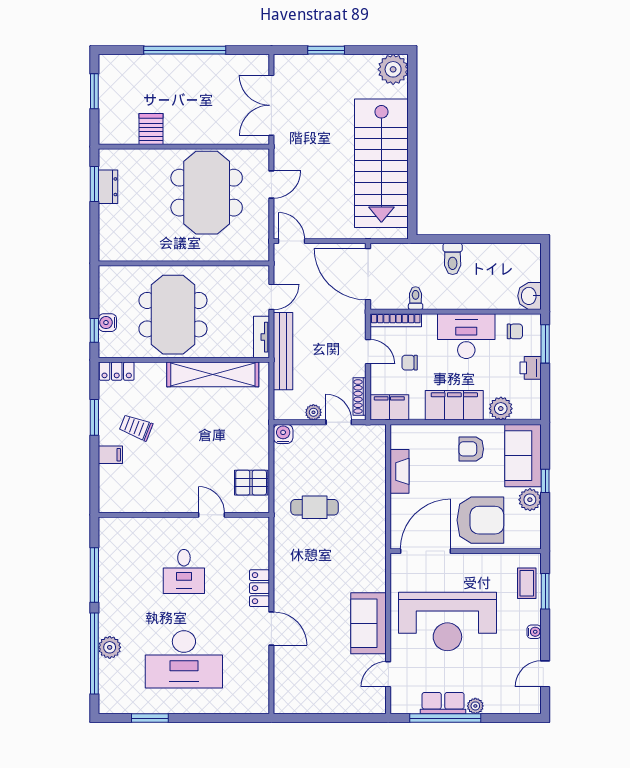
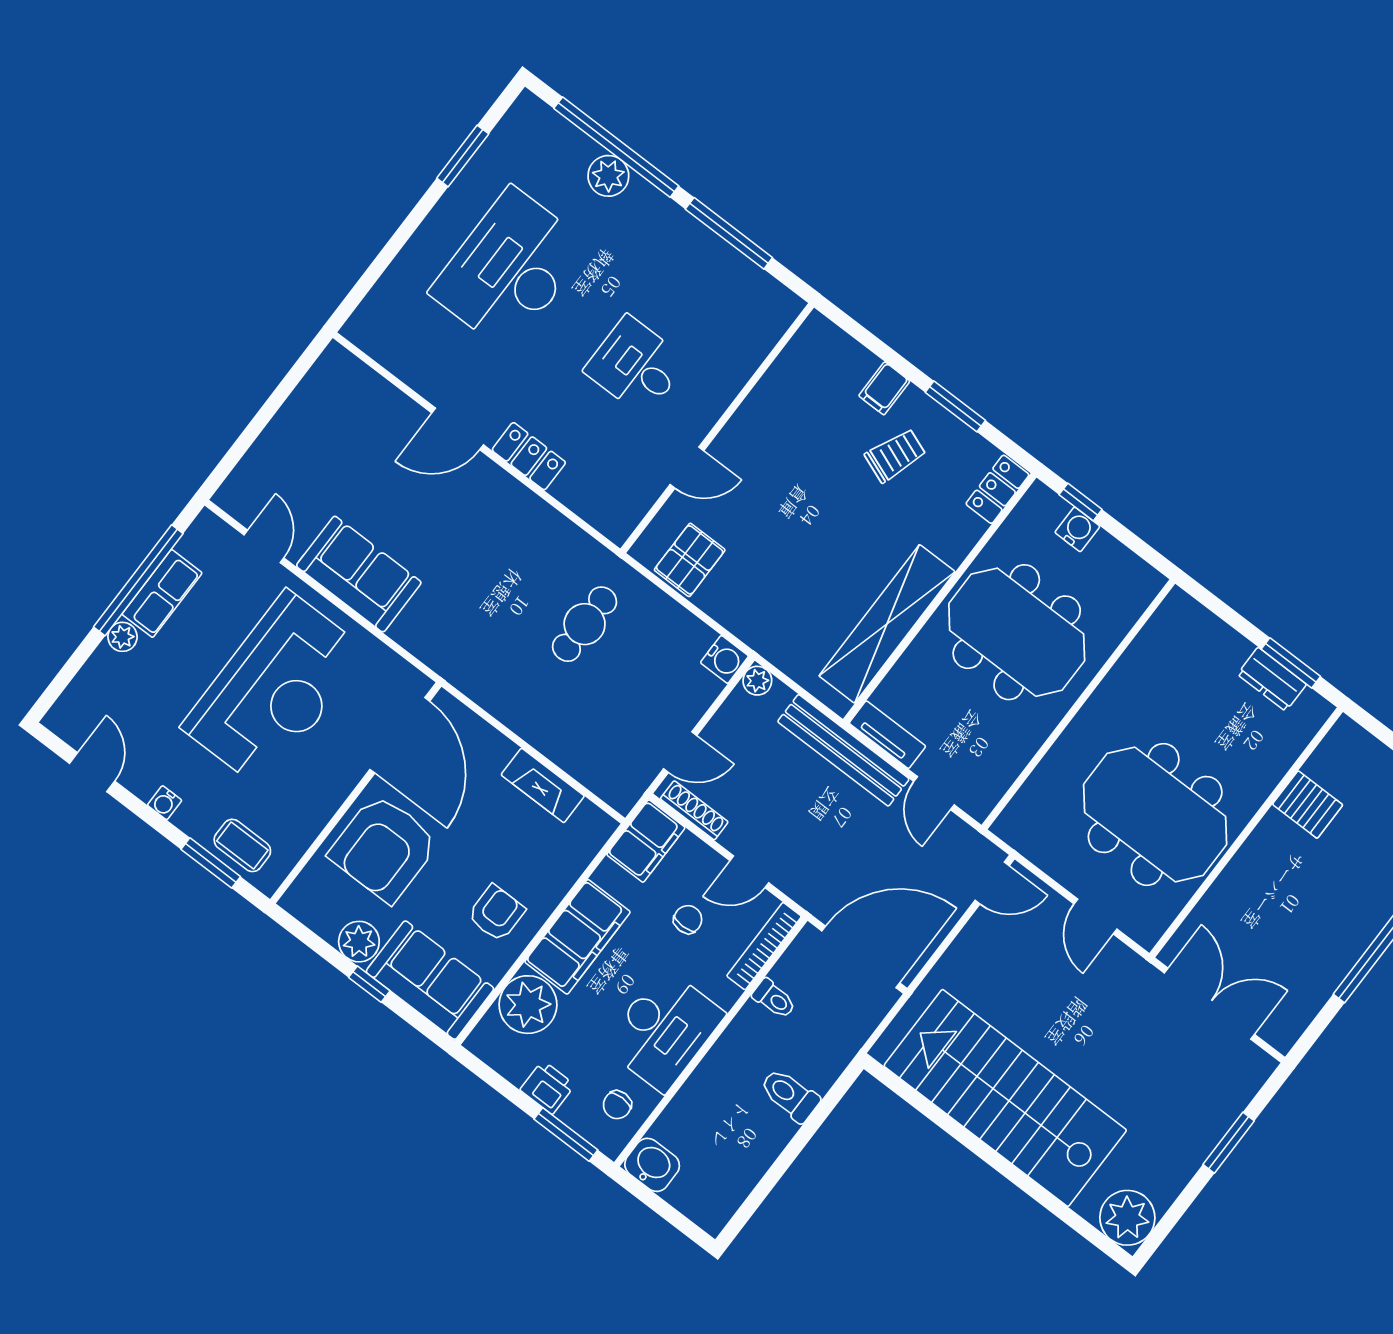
plant: (501, 409) -> (528, 1005), width x1.36, depth x1.36
plant: (313, 412) -> (757, 681), moved
reception desk: (447, 622) -> (274, 689), turned 180

